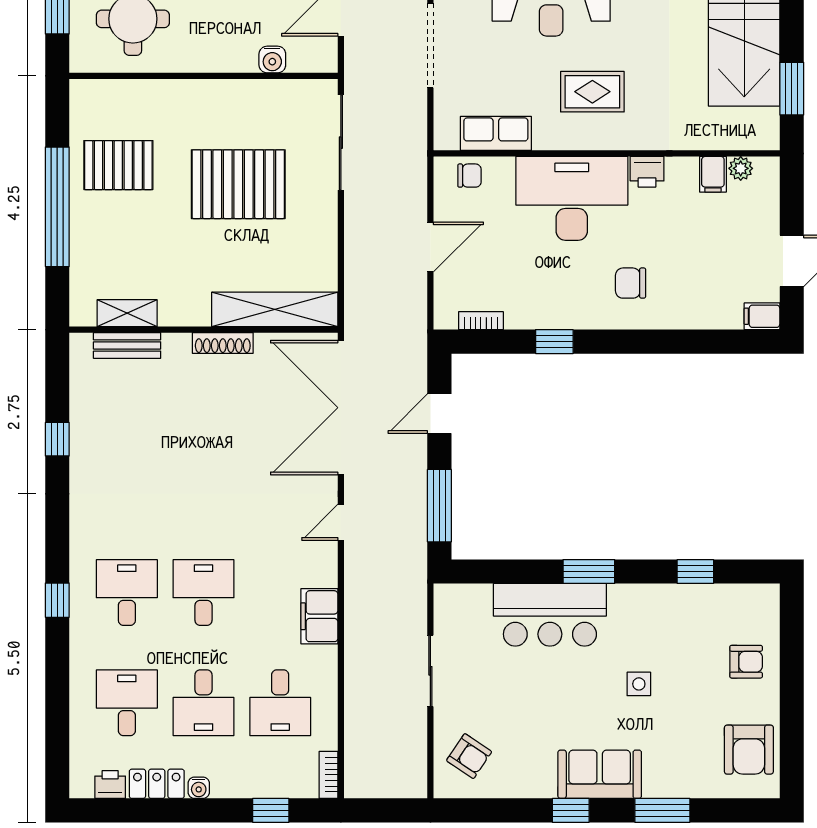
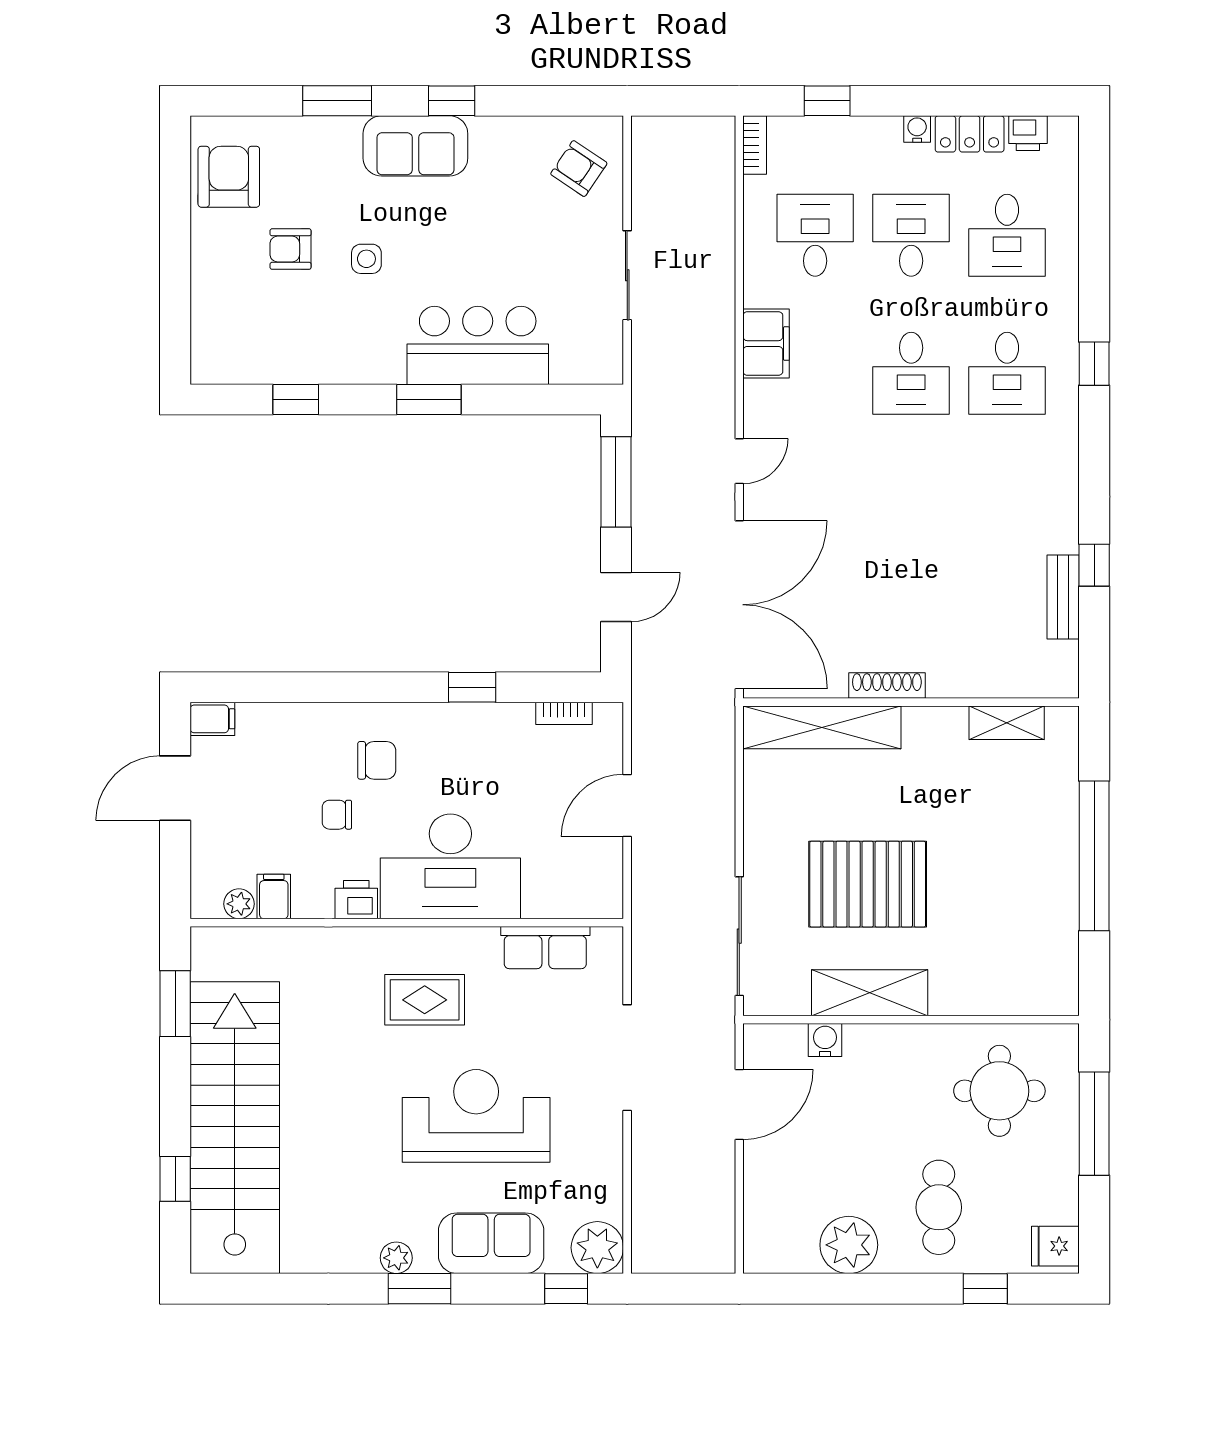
shelving: (237, 97) -> (870, 993), added
pallet: (118, 165) -> (1018, 908), removed
chair: (469, 176) -> (337, 815), moved
bench: (127, 345) -> (1063, 597), moved, turned 90
armchair: (746, 662) -> (291, 249), moved

